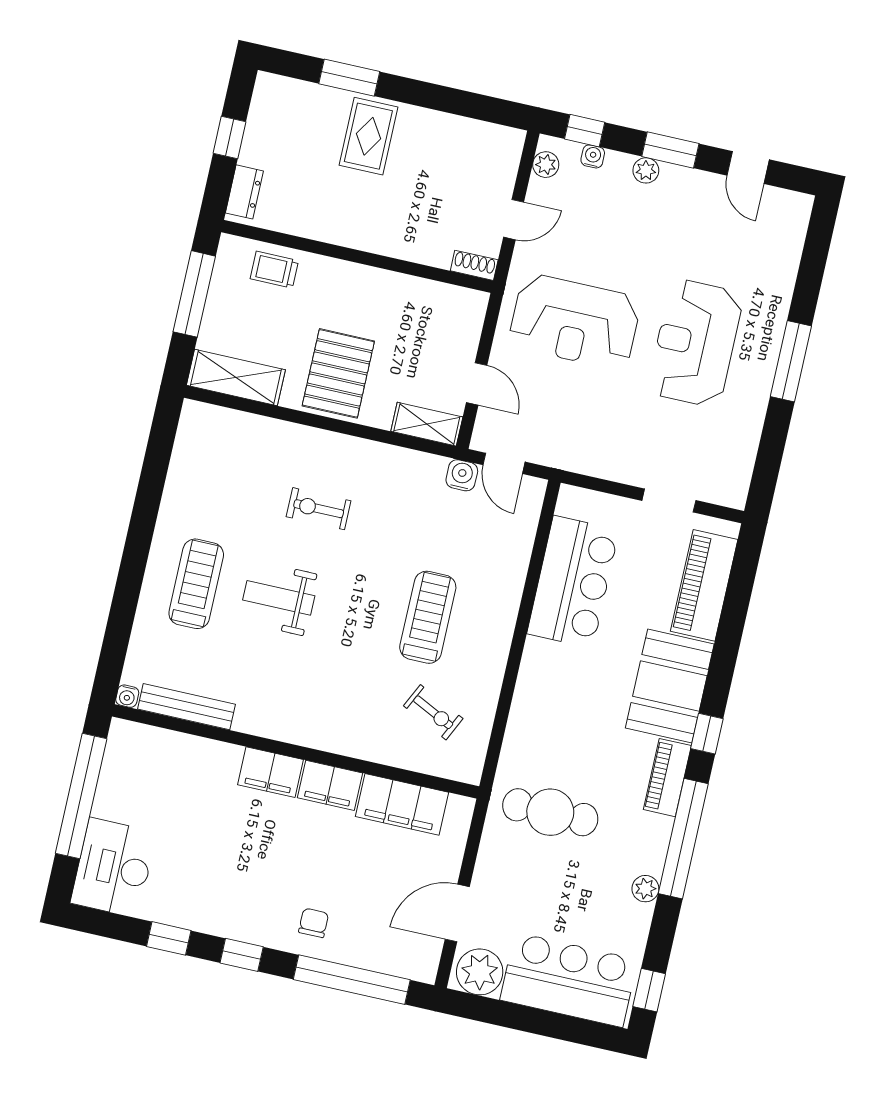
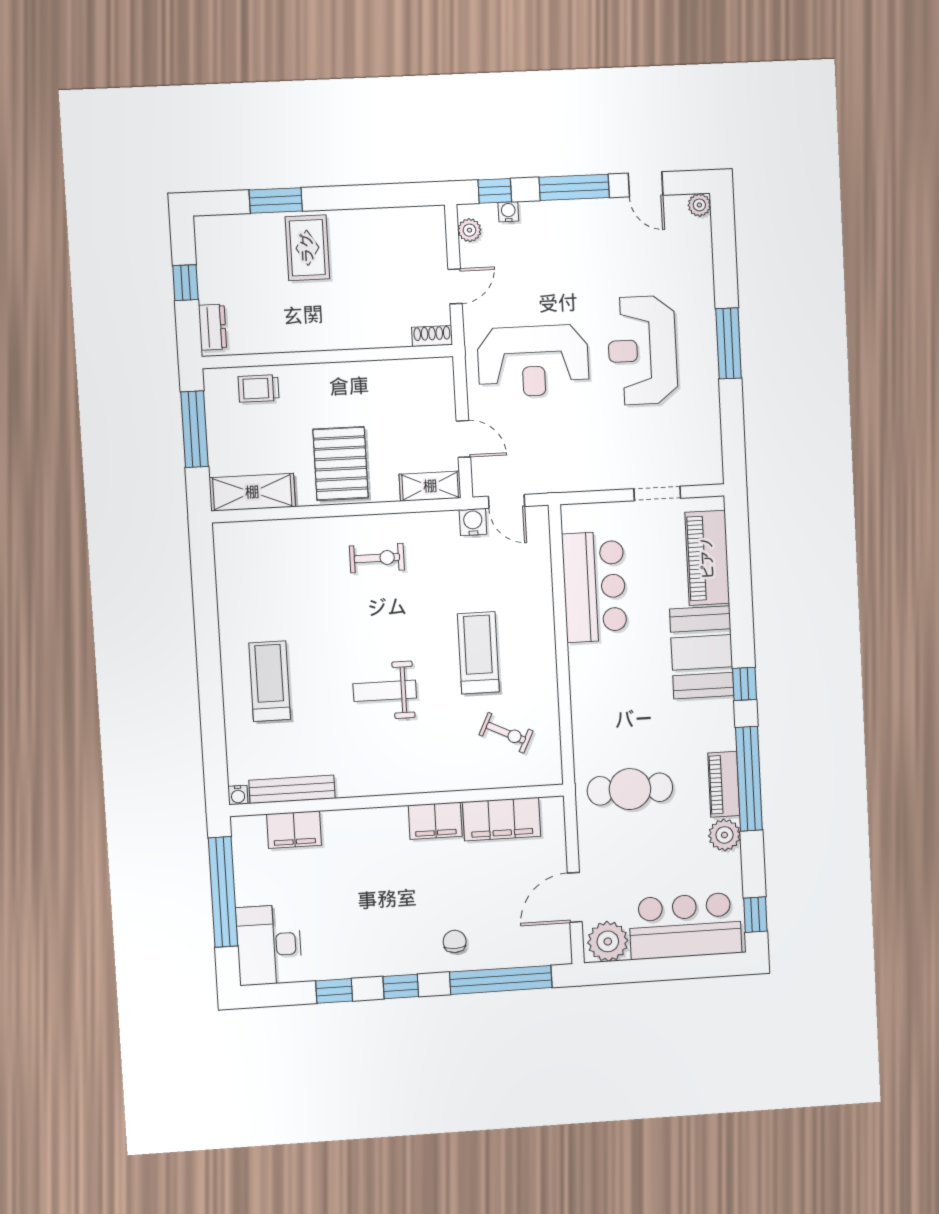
window: (670, 150) -> (574, 187), width x1.44
plant: (646, 170) -> (699, 205), moved
exercise bike: (319, 509) -> (377, 558), moved, turned 180
weight bench: (279, 598) -> (385, 691), moved
filing cabinet: (271, 772) -> (294, 830), moved
piano: (667, 778) -> (724, 784), moved
plant: (645, 889) -> (724, 835), width x1.38, depth x1.38

